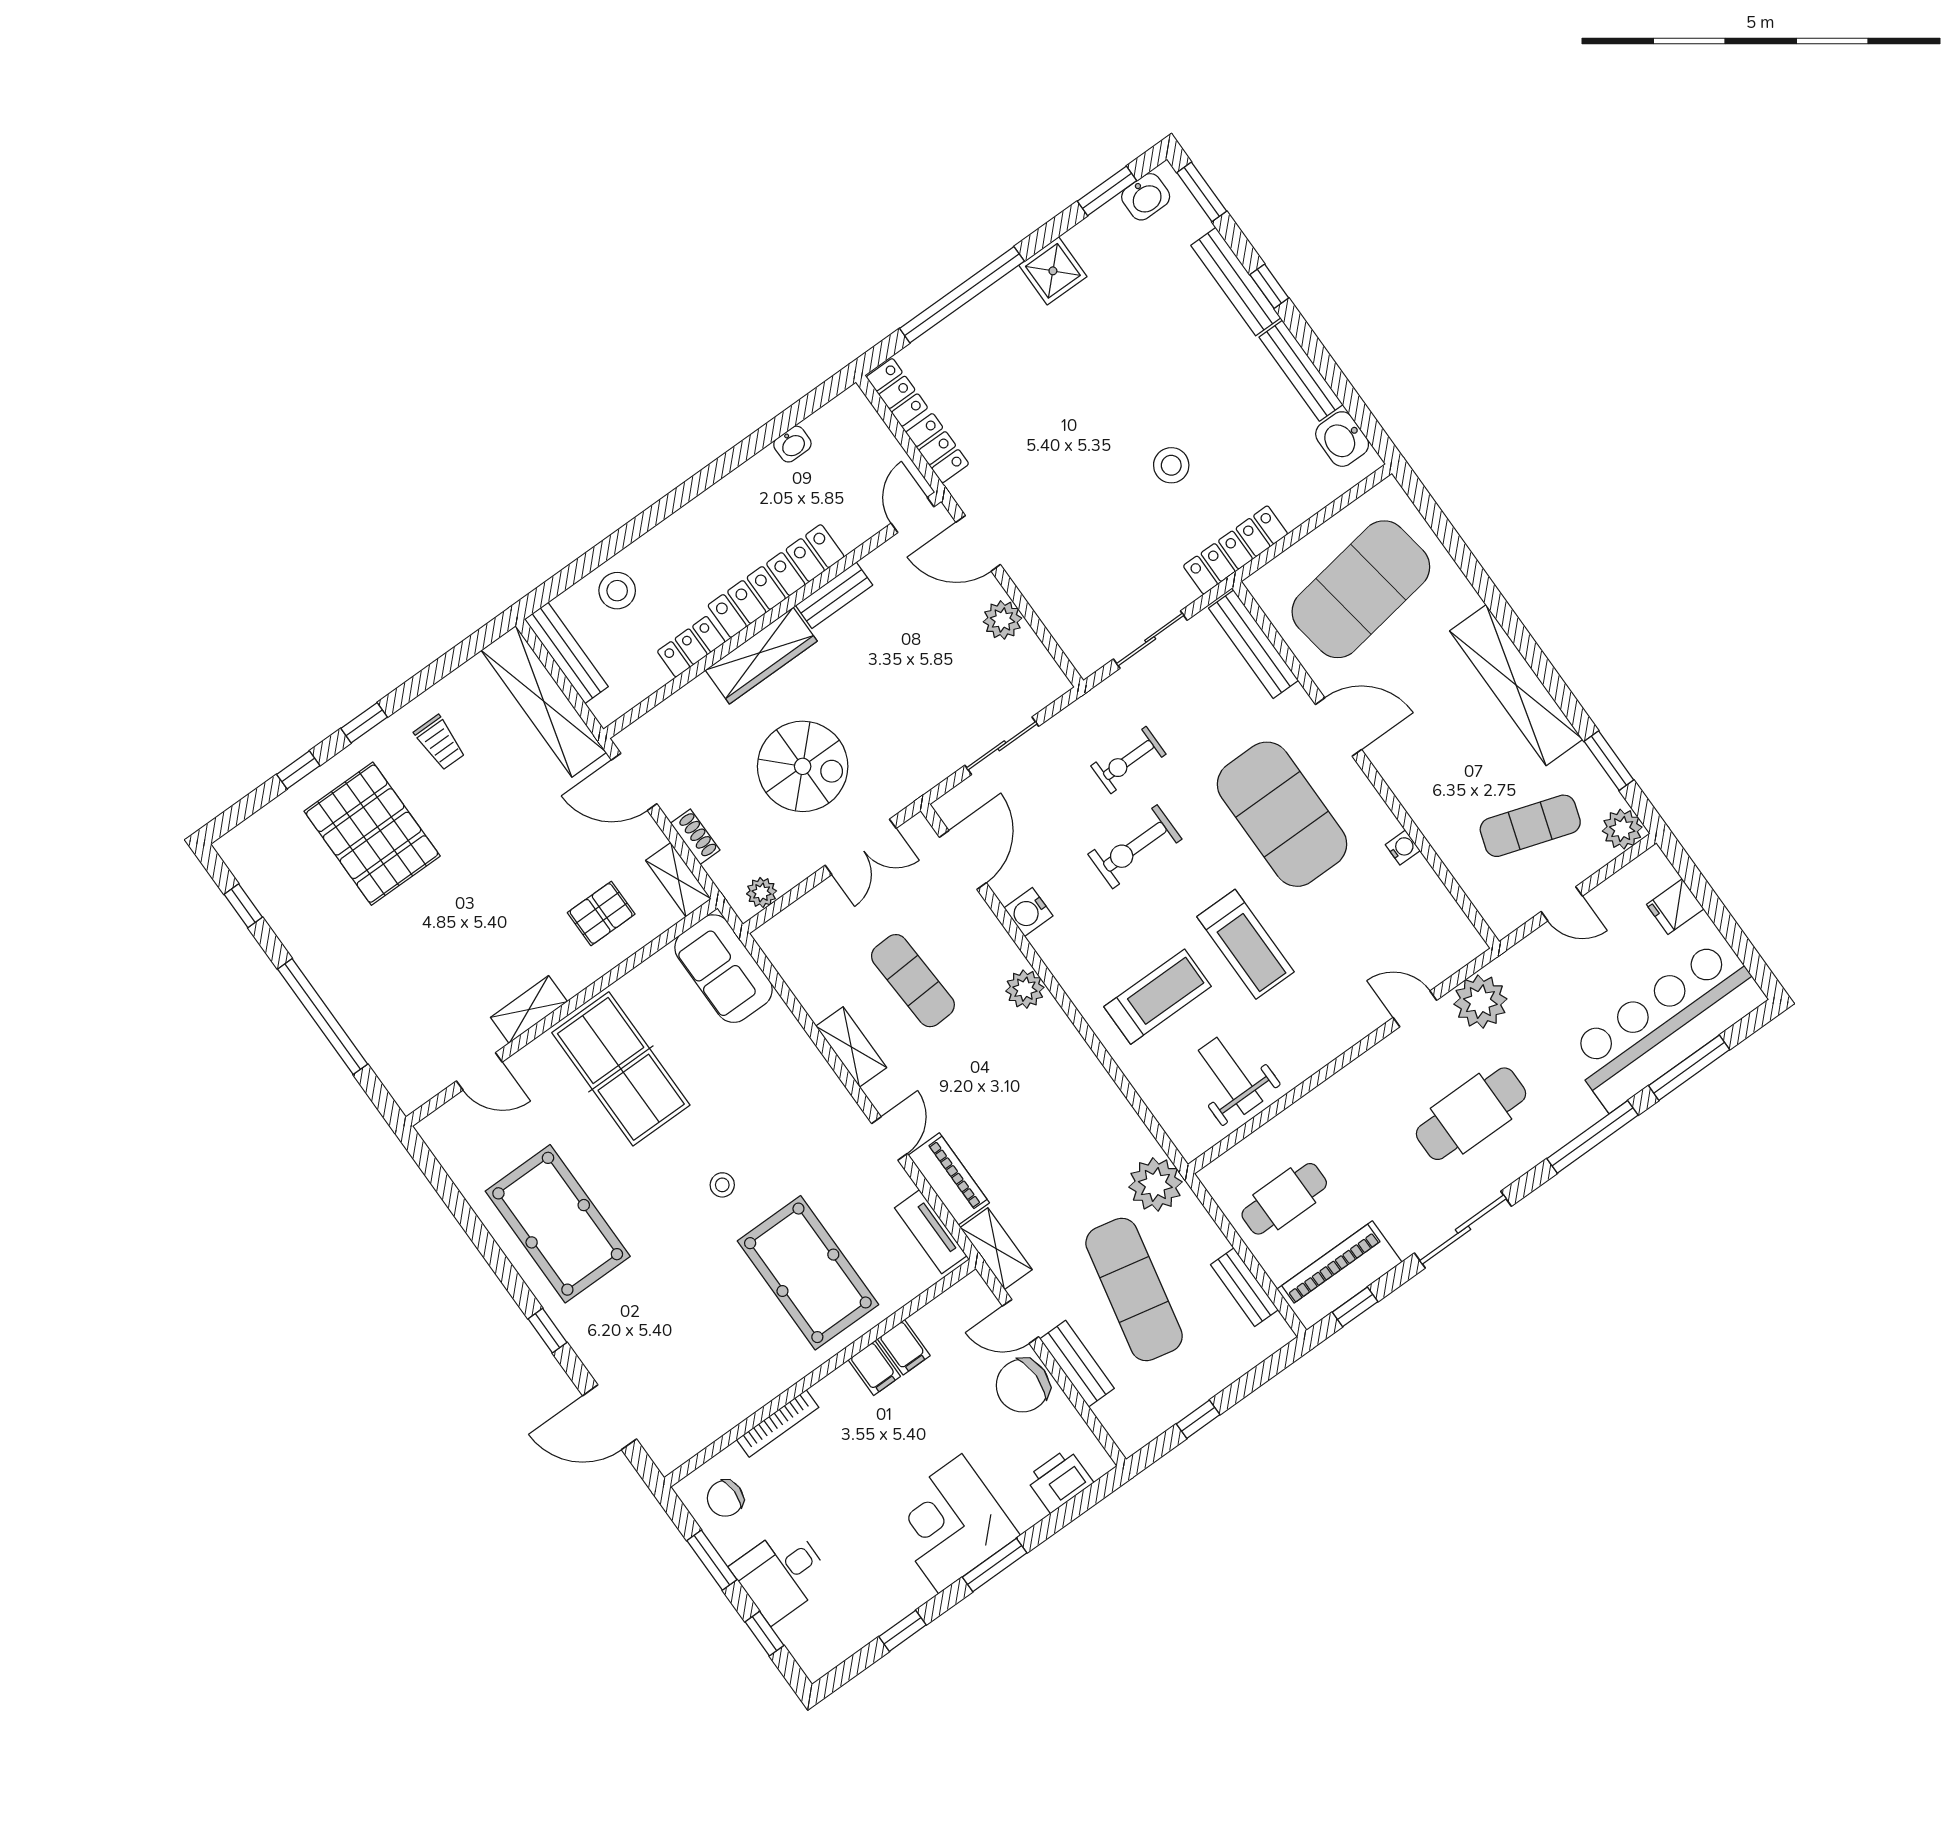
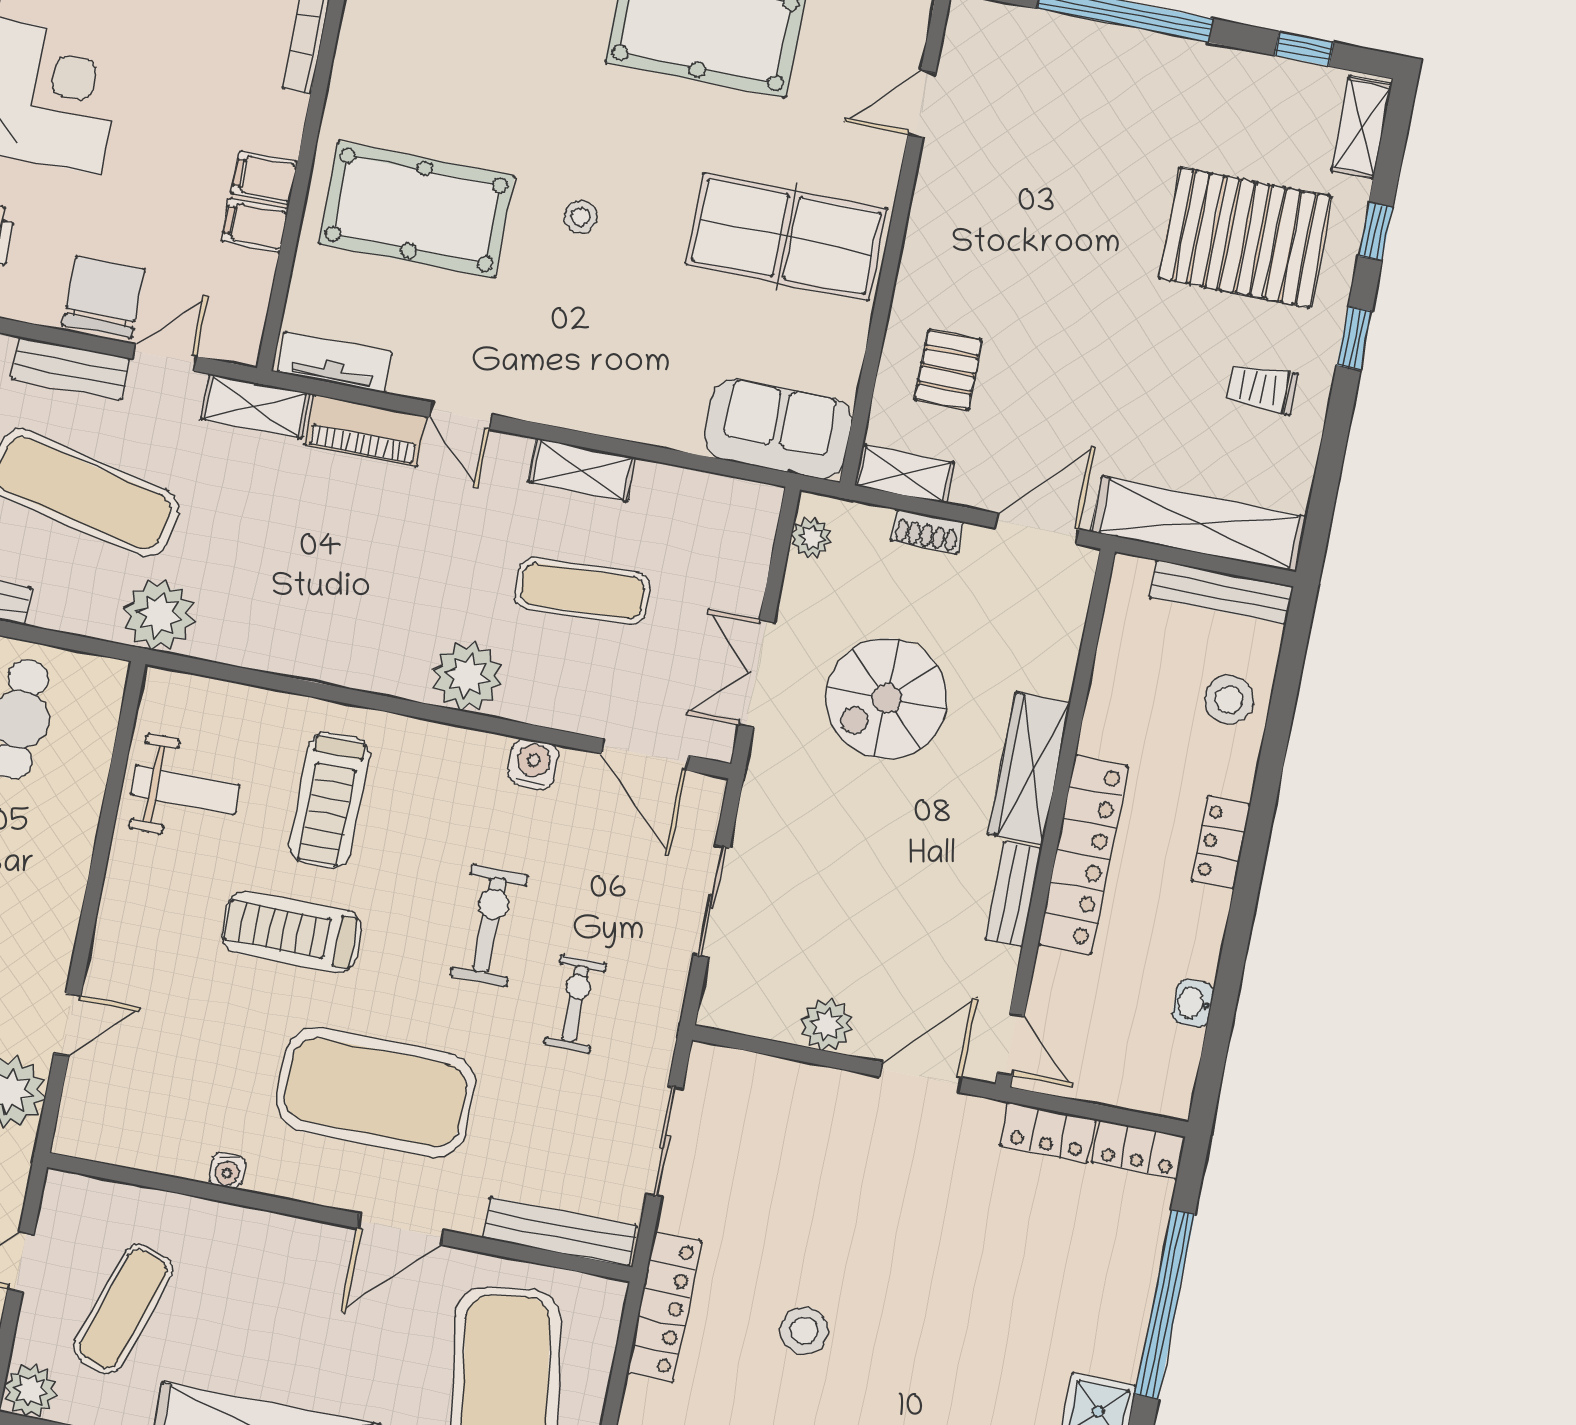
locker: (691, 647) -> (1221, 843), moved, turned 180
plant: (1025, 989) -> (467, 676), width x1.36, depth x1.36
shelving: (529, 1009) -> (1362, 127), moved

